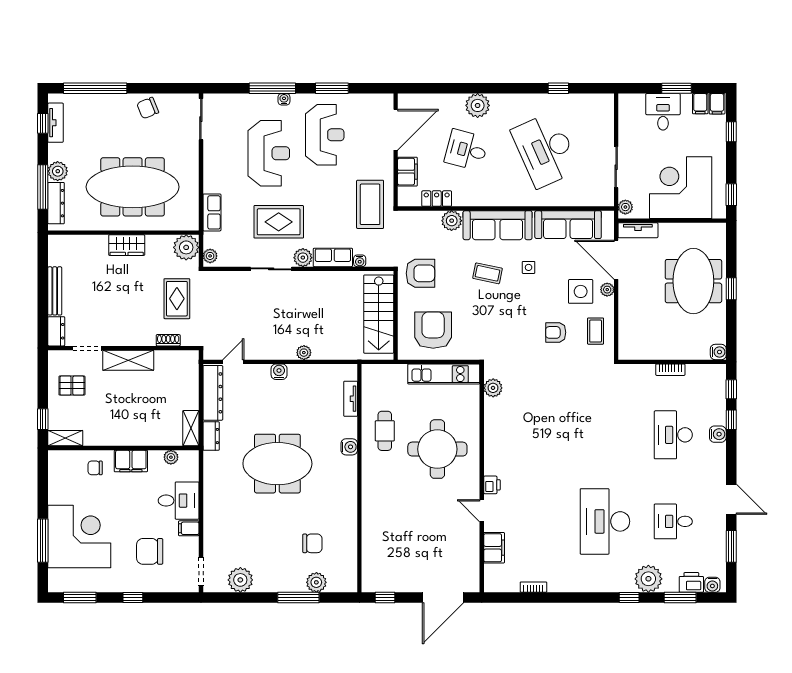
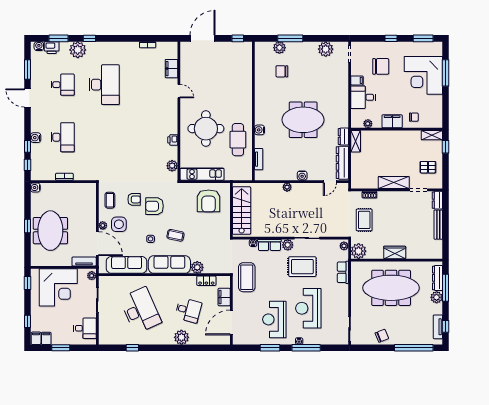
desk: (663, 112) -> (85, 328), moved, turned -90
armchair: (420, 273) -> (155, 206), moved
cafe table: (385, 431) -> (238, 140), width x1.37, depth x1.35
printer: (492, 485) -> (173, 140), moved

